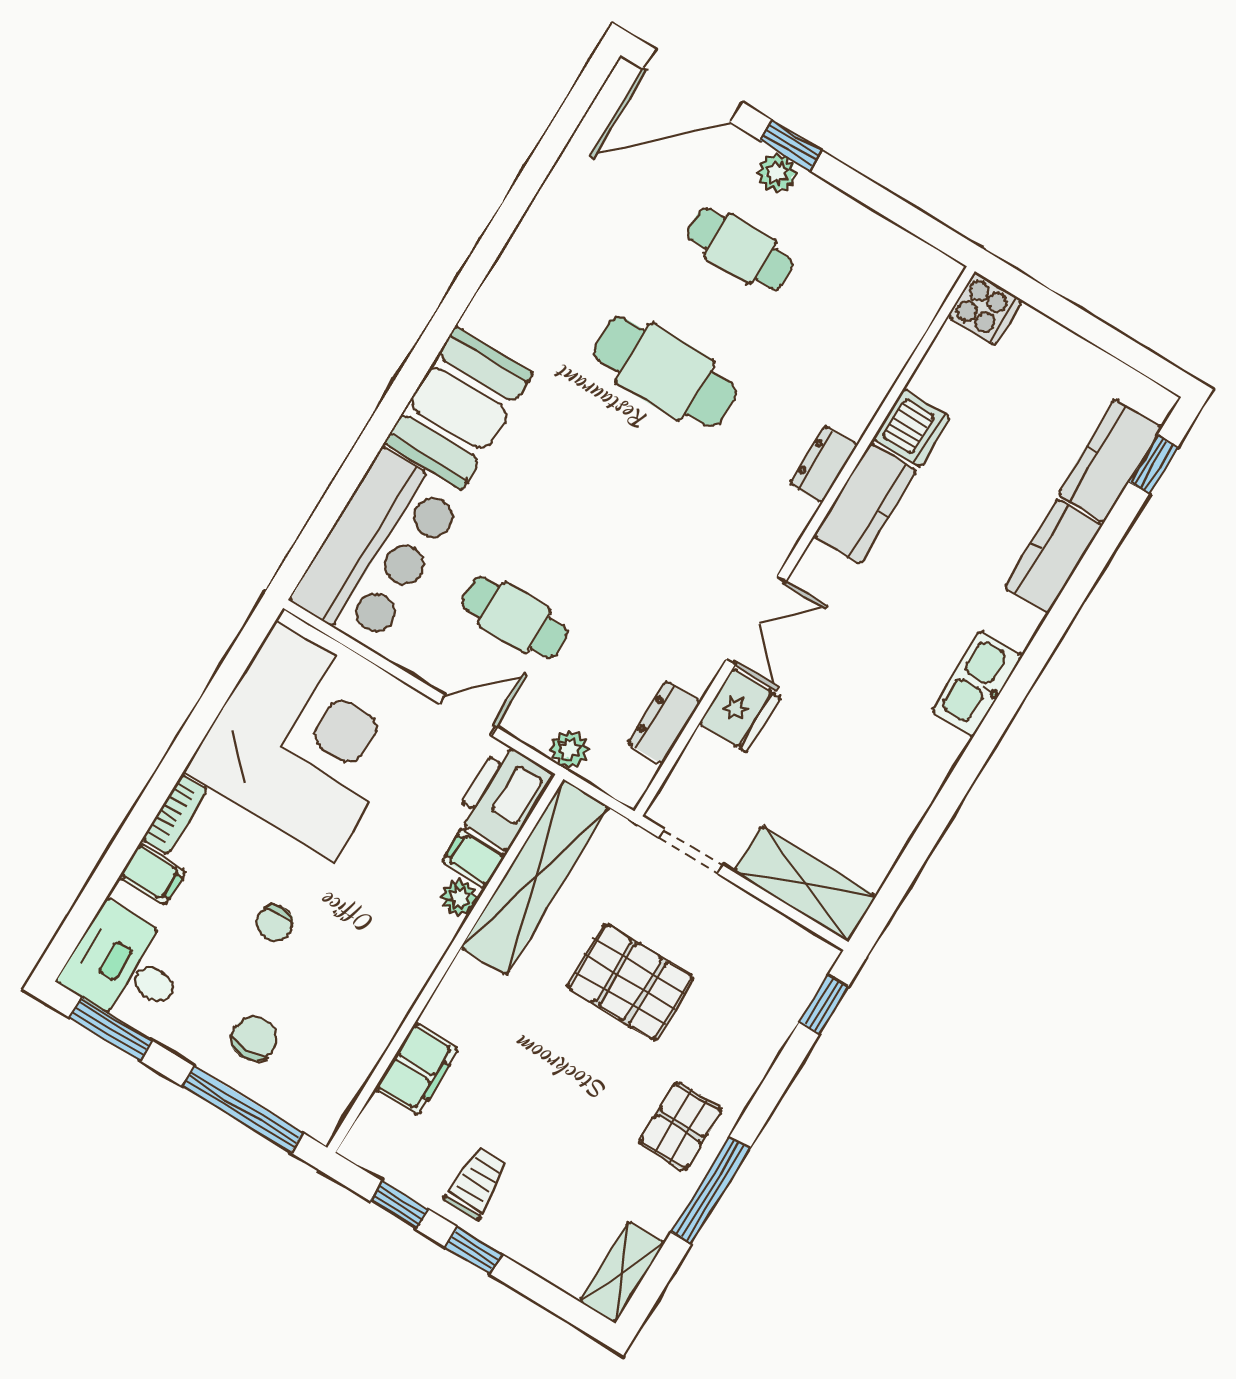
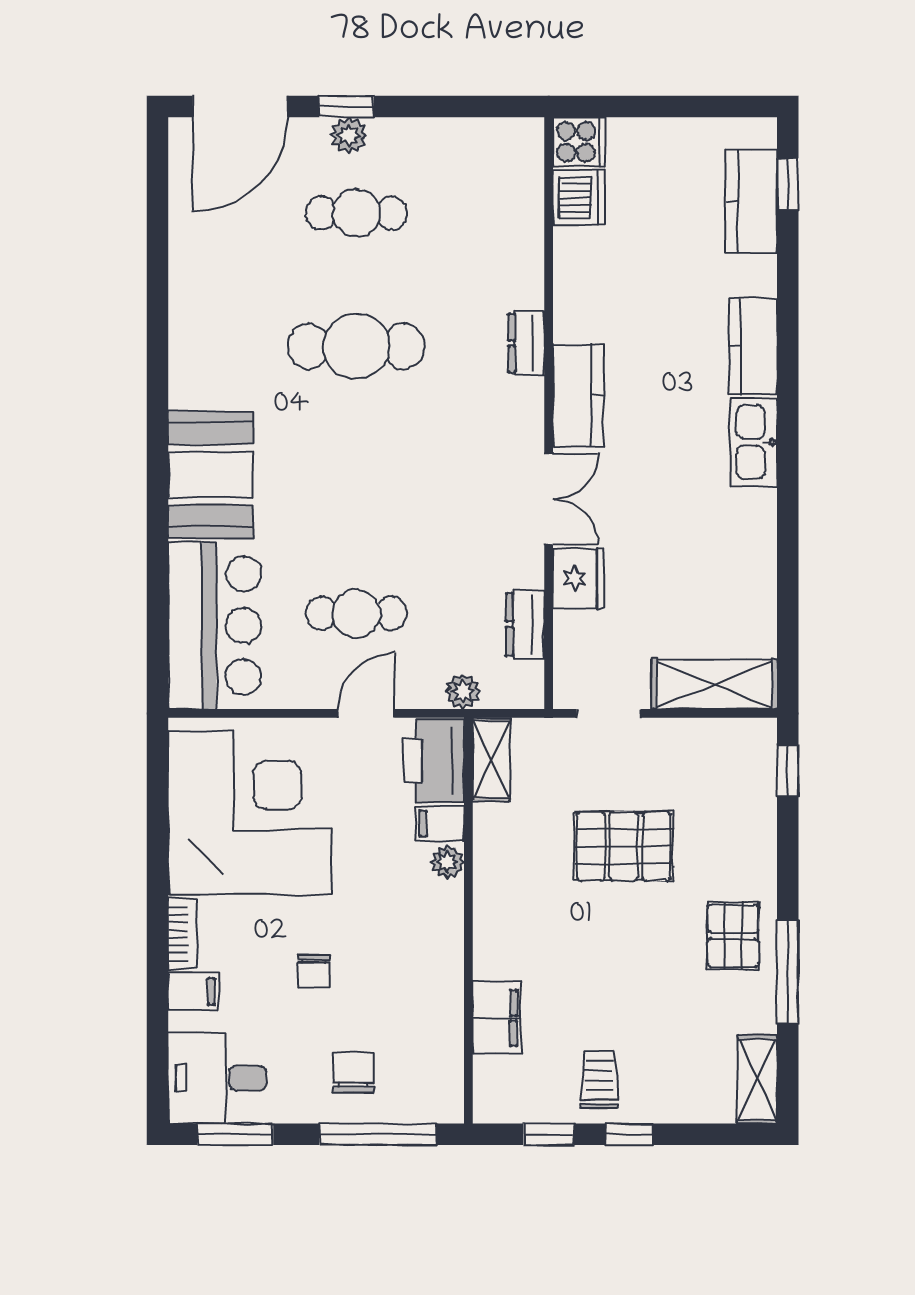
dishwasher: (912, 428) -> (579, 198), moved
kitchen counter: (865, 503) -> (578, 395), moved
kitchen counter: (1054, 556) -> (753, 347), moved
shelving: (535, 877) -> (491, 759), width x0.45, depth x0.75

